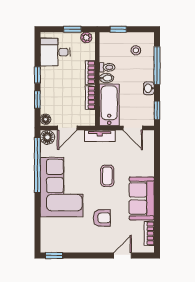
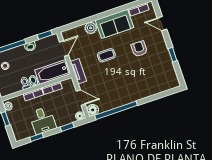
desk: (55, 52) -> (43, 120), moved
window: (37, 75) -> (37, 137), moved
plant: (147, 168) -> (91, 28), added
corner sofa: (62, 187) -> (126, 87), removed
window: (54, 255) -> (173, 55), moved

